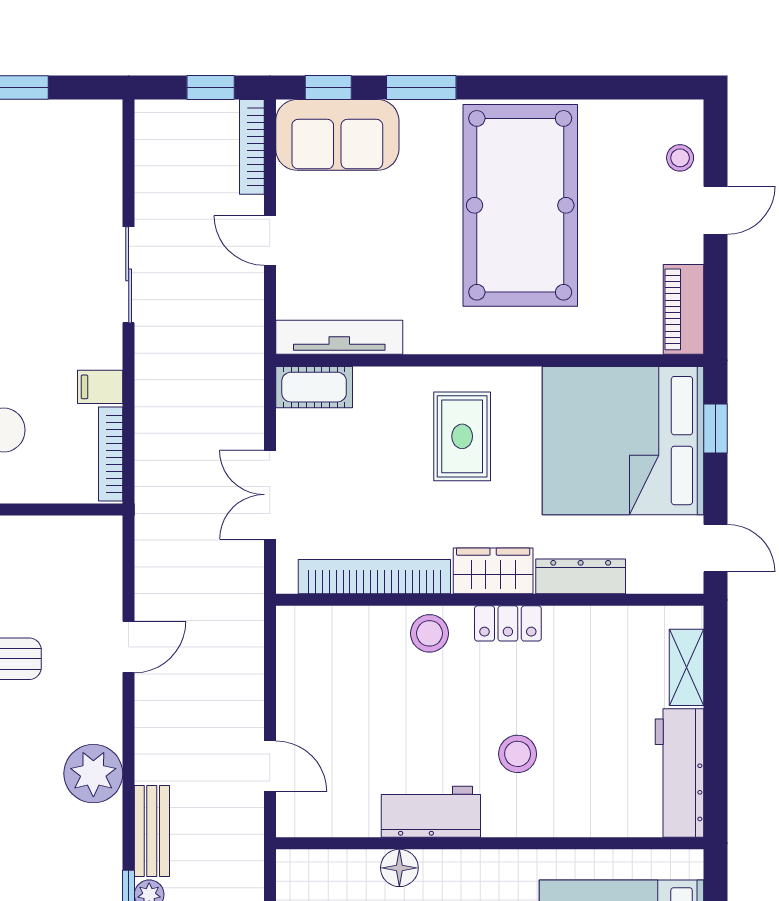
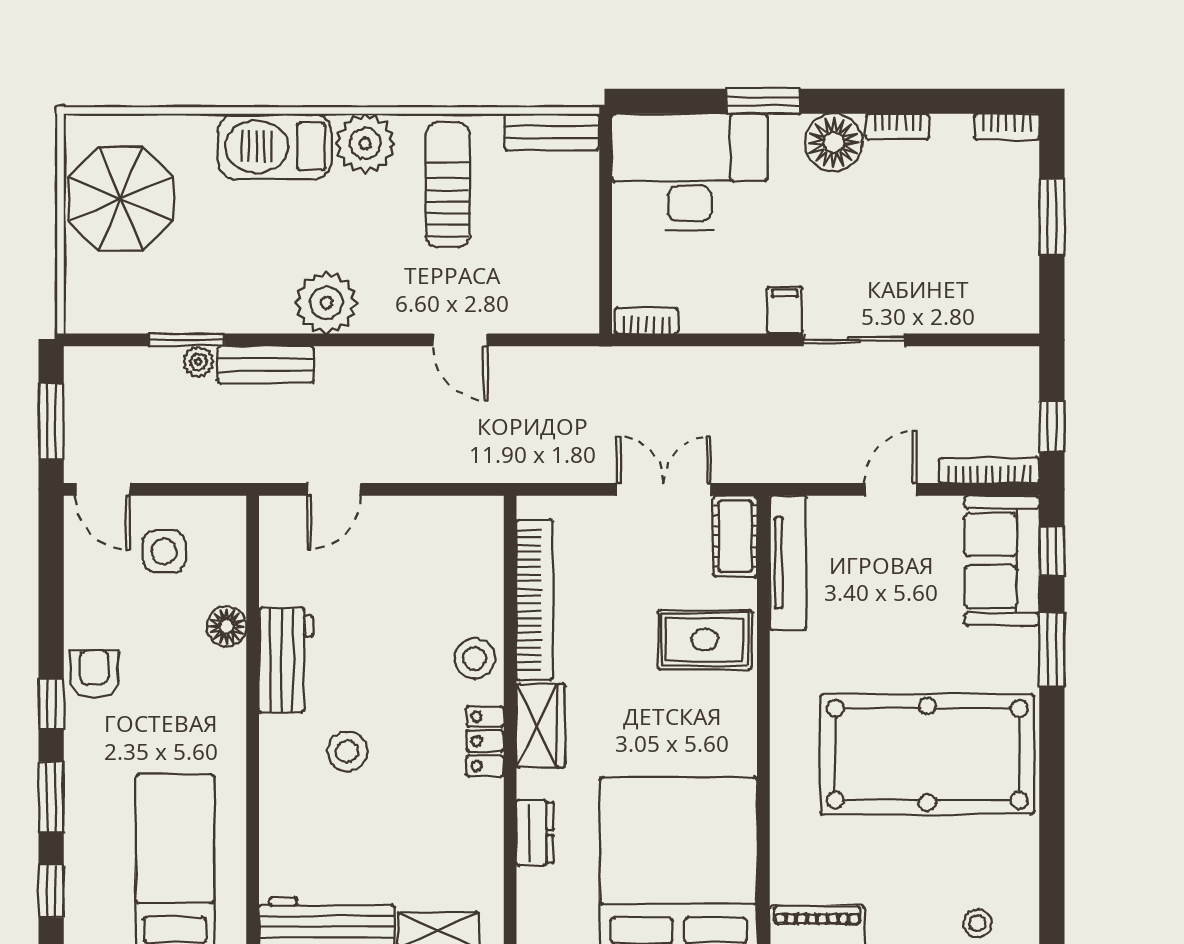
filing cabinet: (100, 387) -> (785, 310), moved
rug: (462, 436) -> (705, 640), moved
bookcase: (111, 454) -> (646, 321), width x0.64
double door: (270, 495) -> (664, 489), moved
dresser: (581, 576) -> (535, 833), width x0.70

